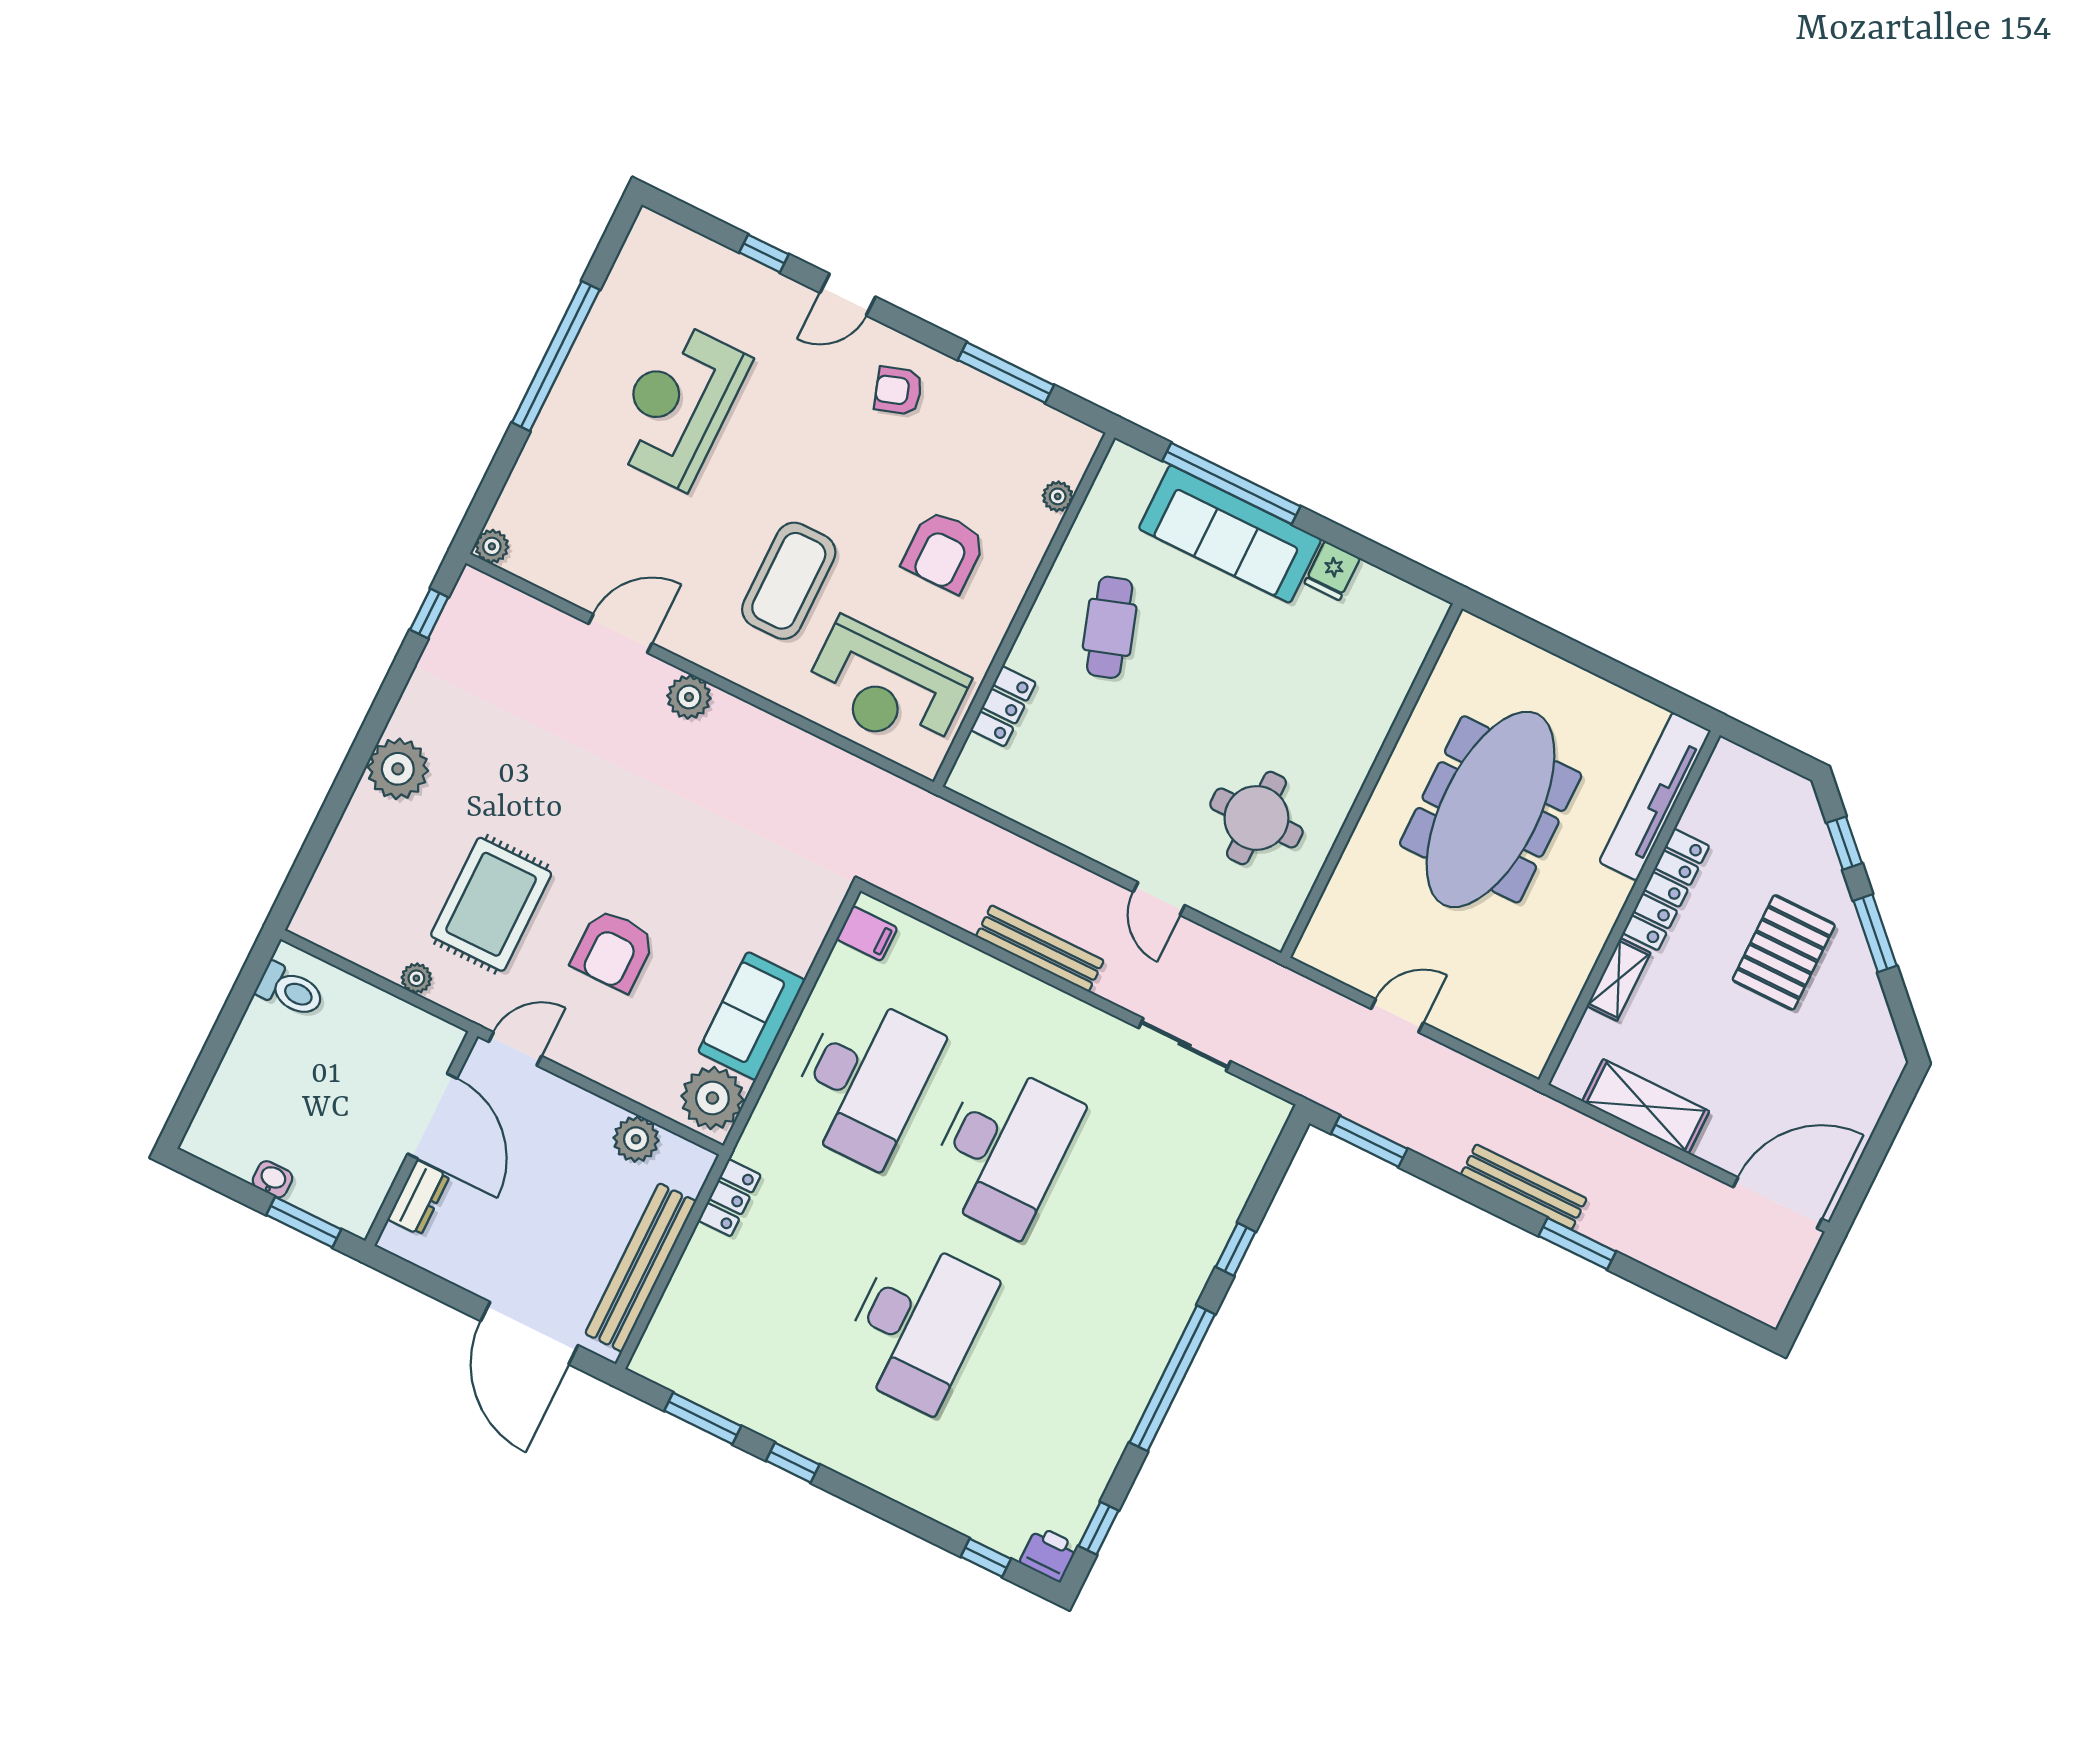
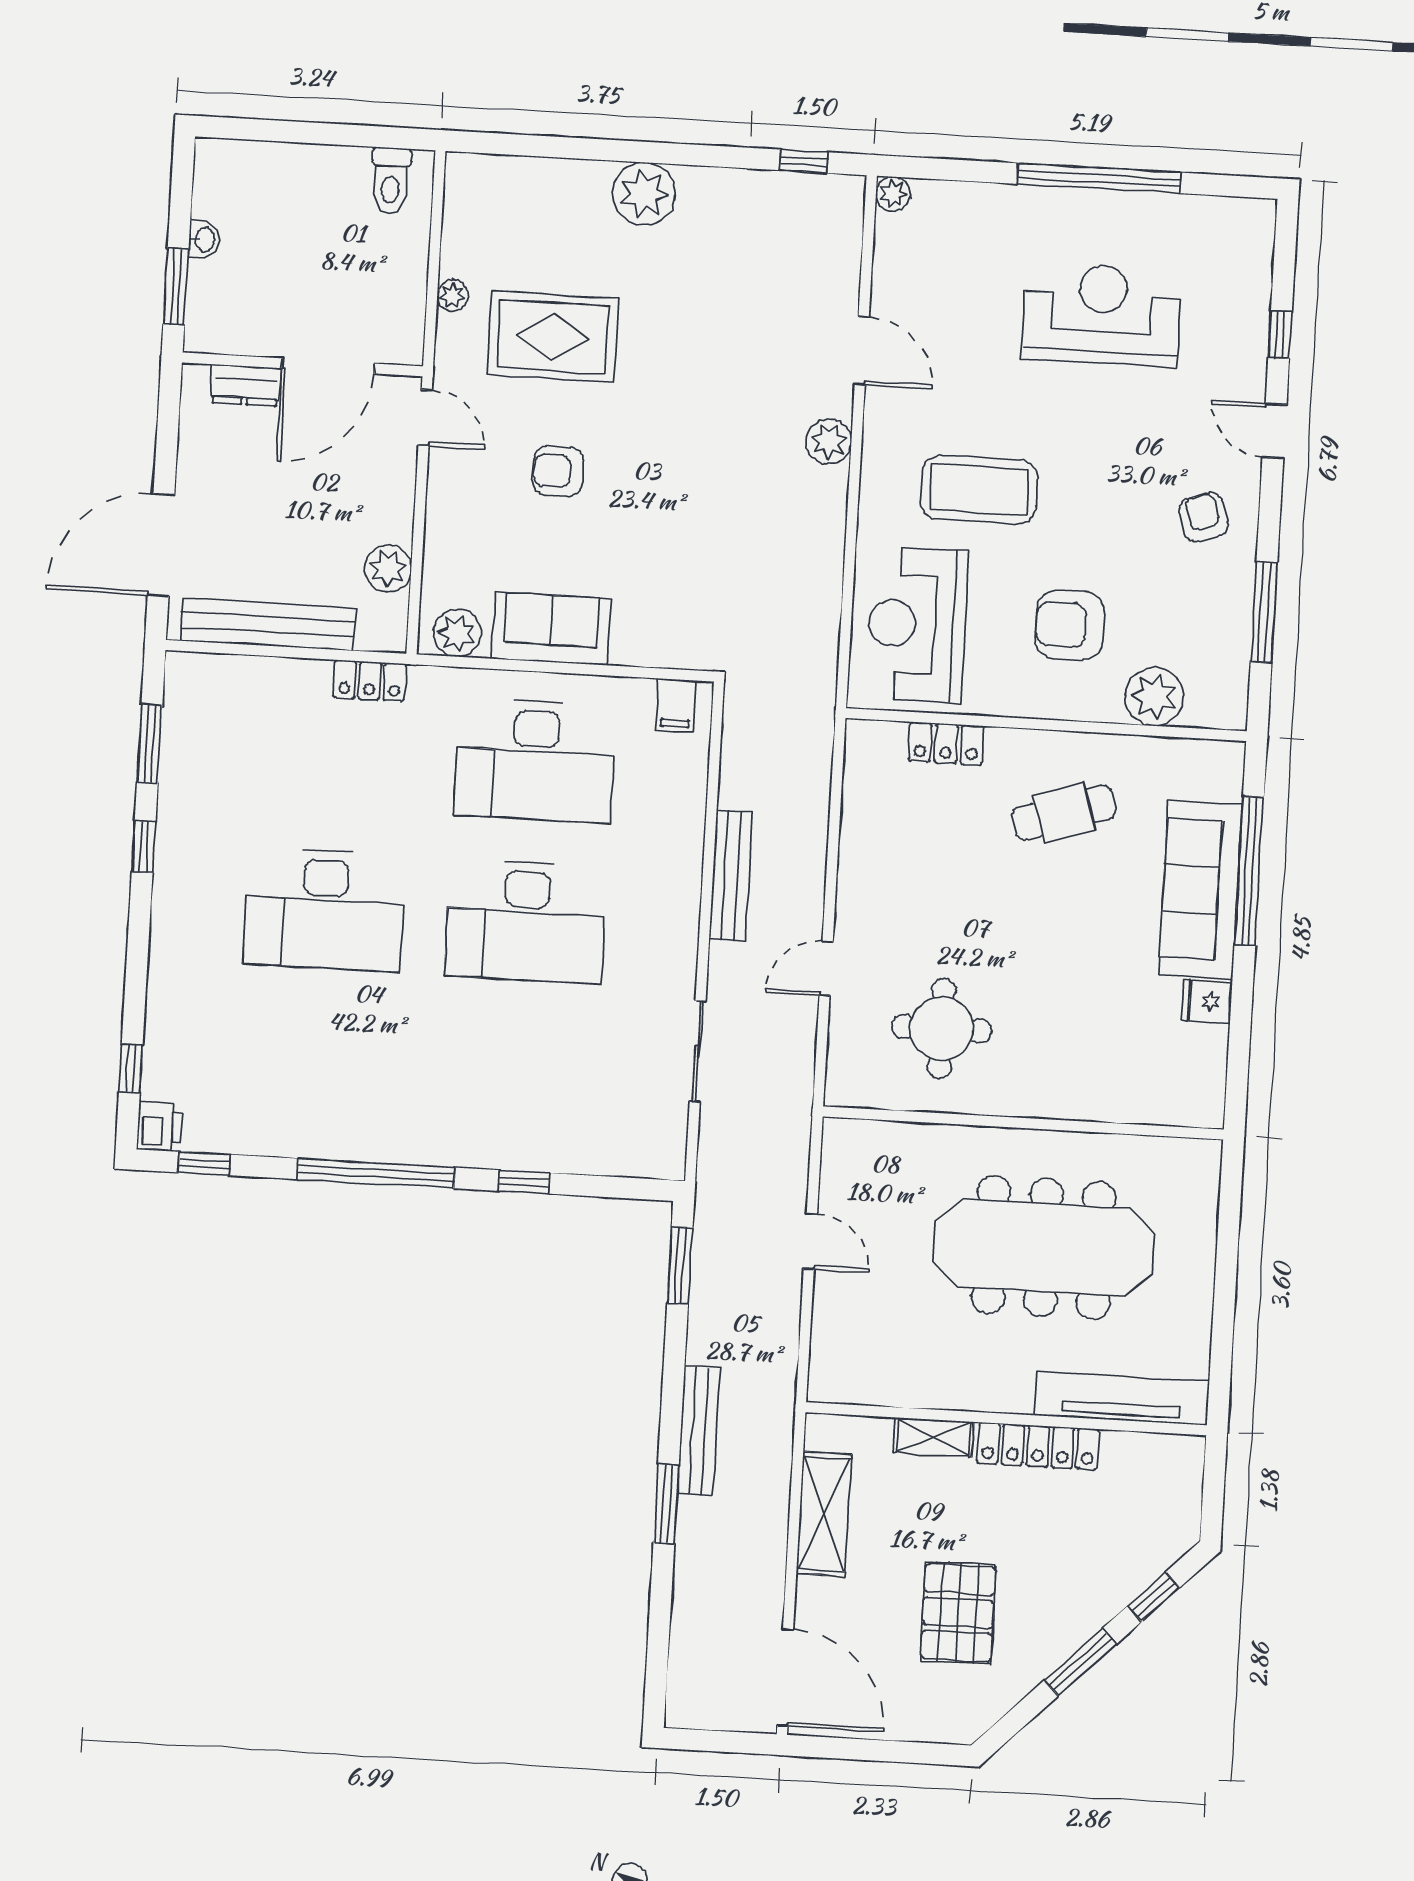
plant: (1058, 496) -> (1154, 697), width x1.87, depth x1.87
armchair: (613, 950) -> (558, 471), width x0.72, depth x0.72
pallet: (1784, 952) -> (958, 1613), moved, turned 90
plant: (712, 1098) -> (457, 633), width x0.73, depth x0.73

